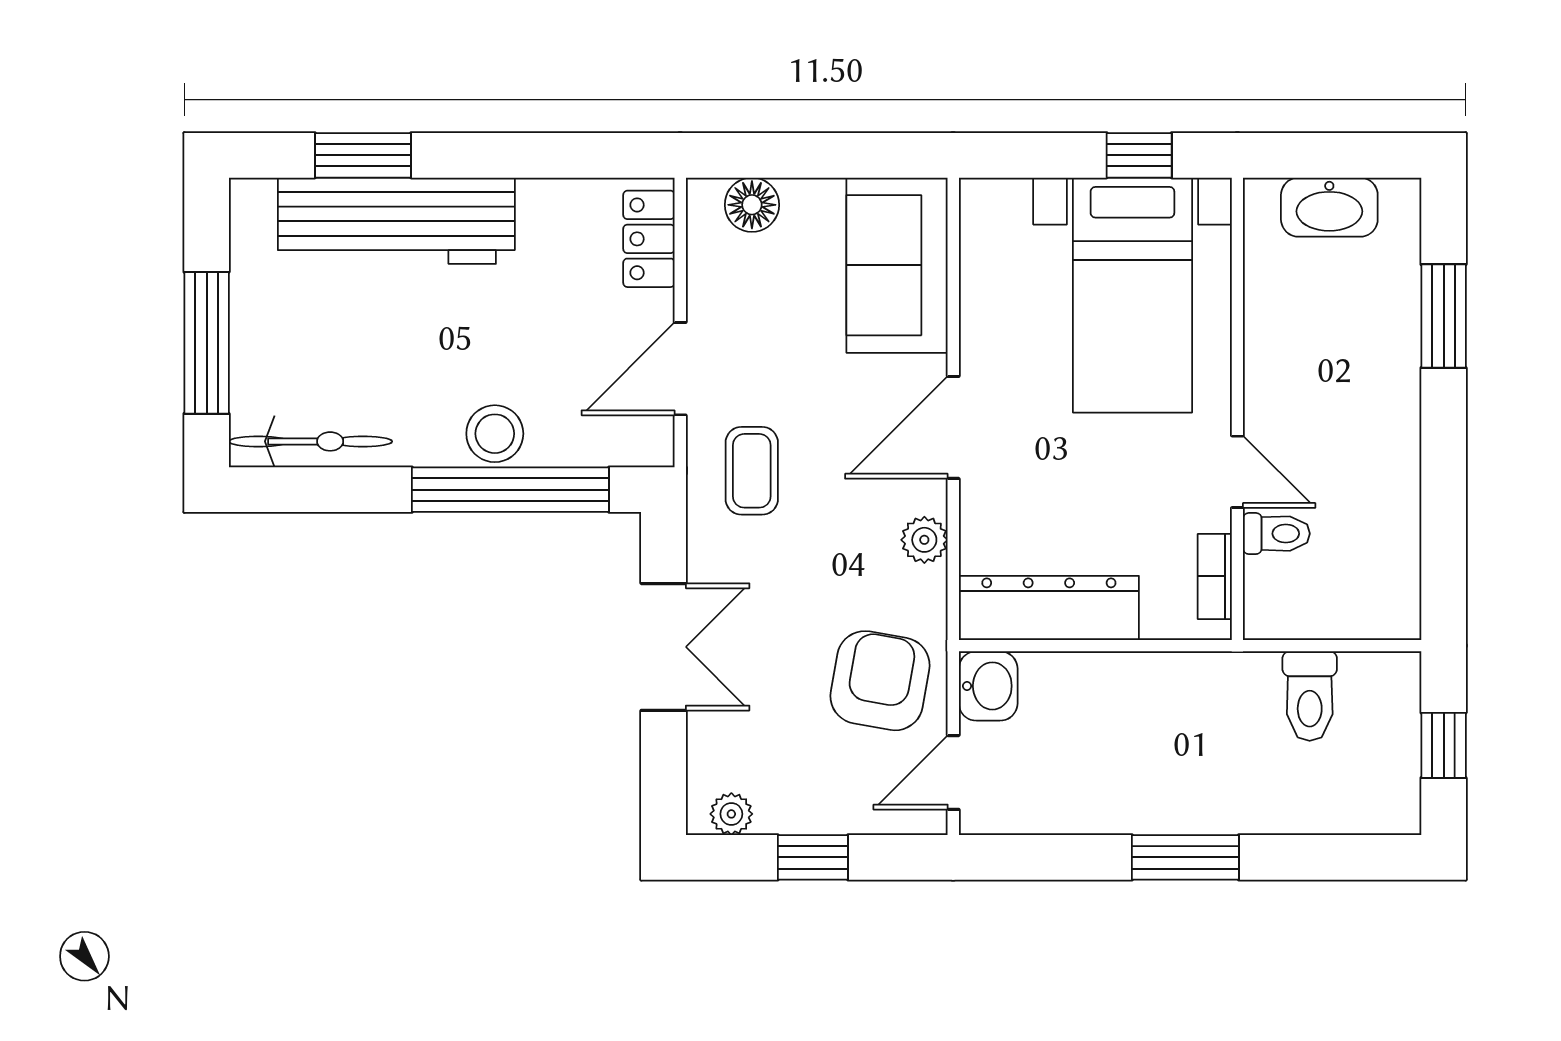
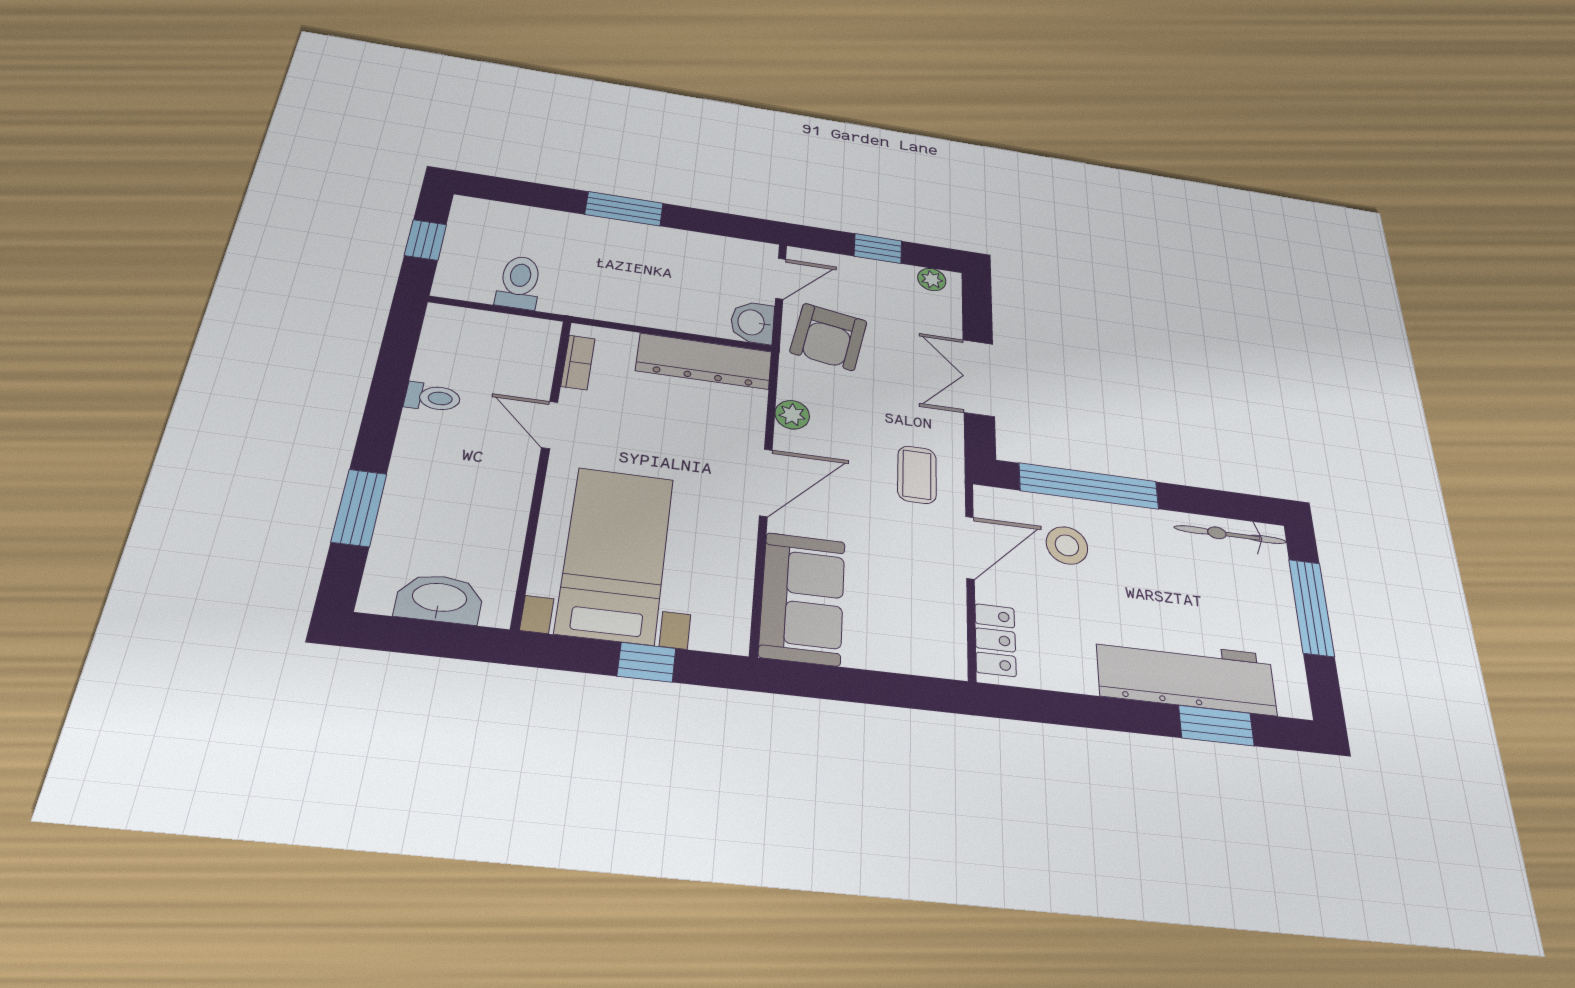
window: (1139, 155) -> (647, 662), moved
floor lamp: (752, 205) -> (916, 655), removed
stool: (495, 434) -> (1067, 545), moved
toilet: (1276, 534) -> (433, 397), moved, turned 180

